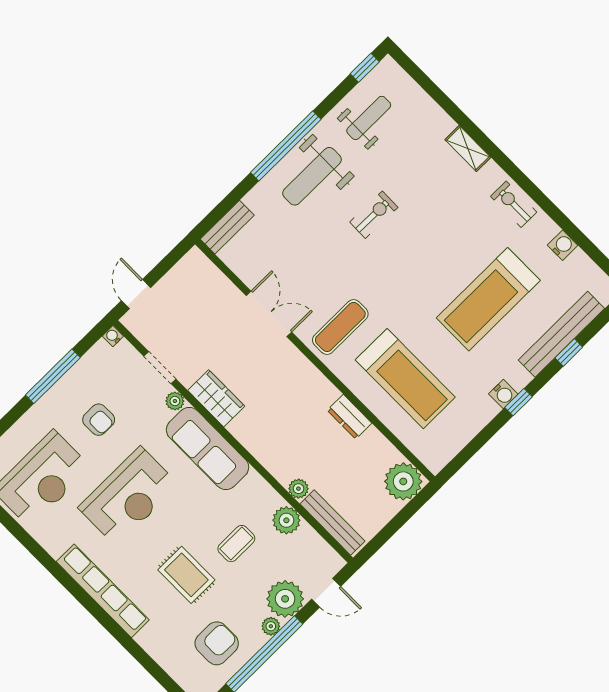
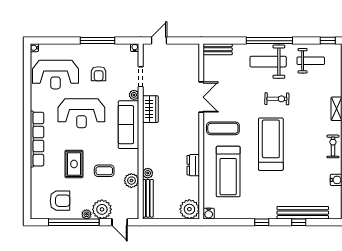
treadmill: (488, 299) -> (271, 144), moved, turned 90
water cooler: (503, 394) -> (209, 214), moved

